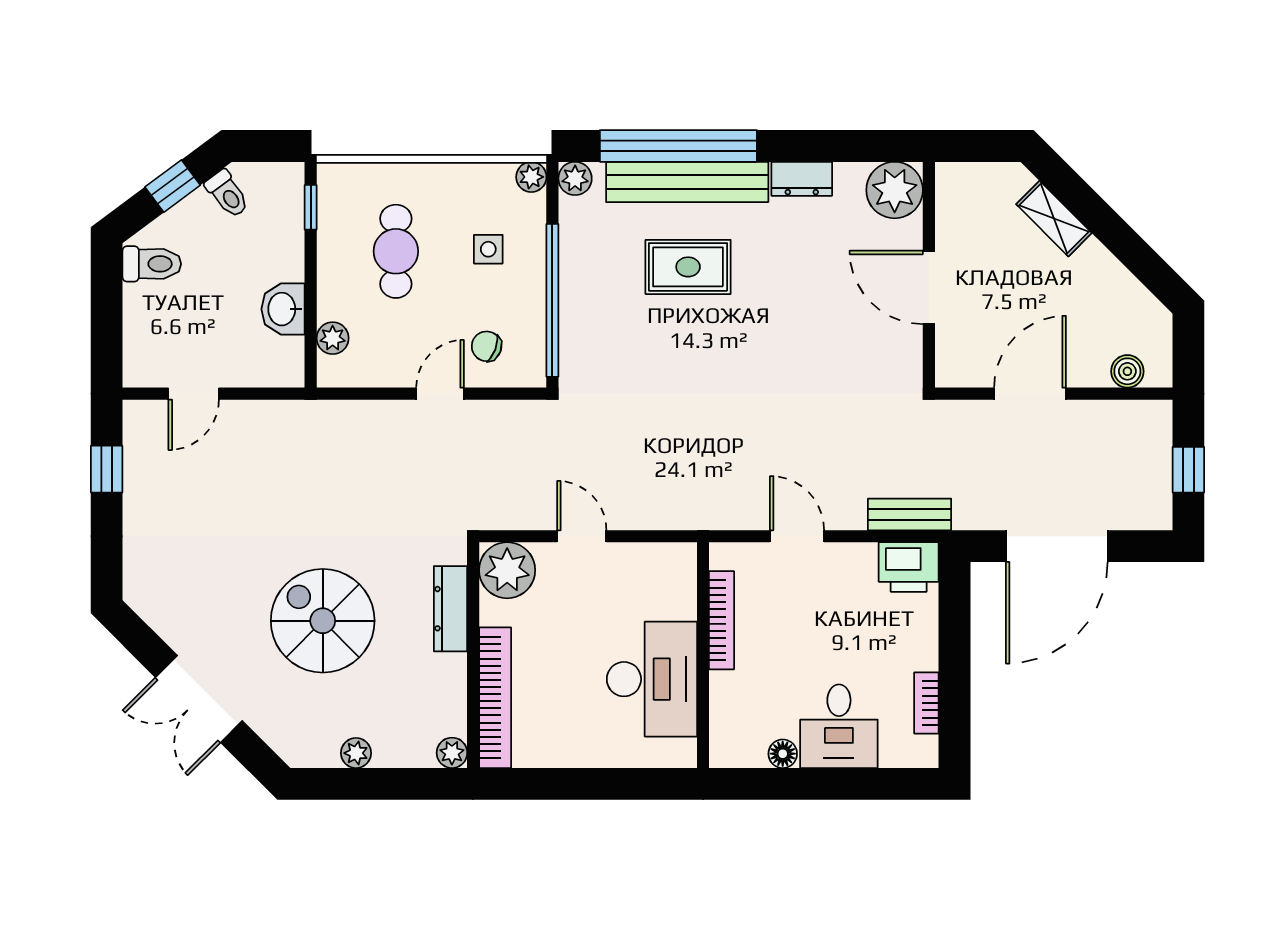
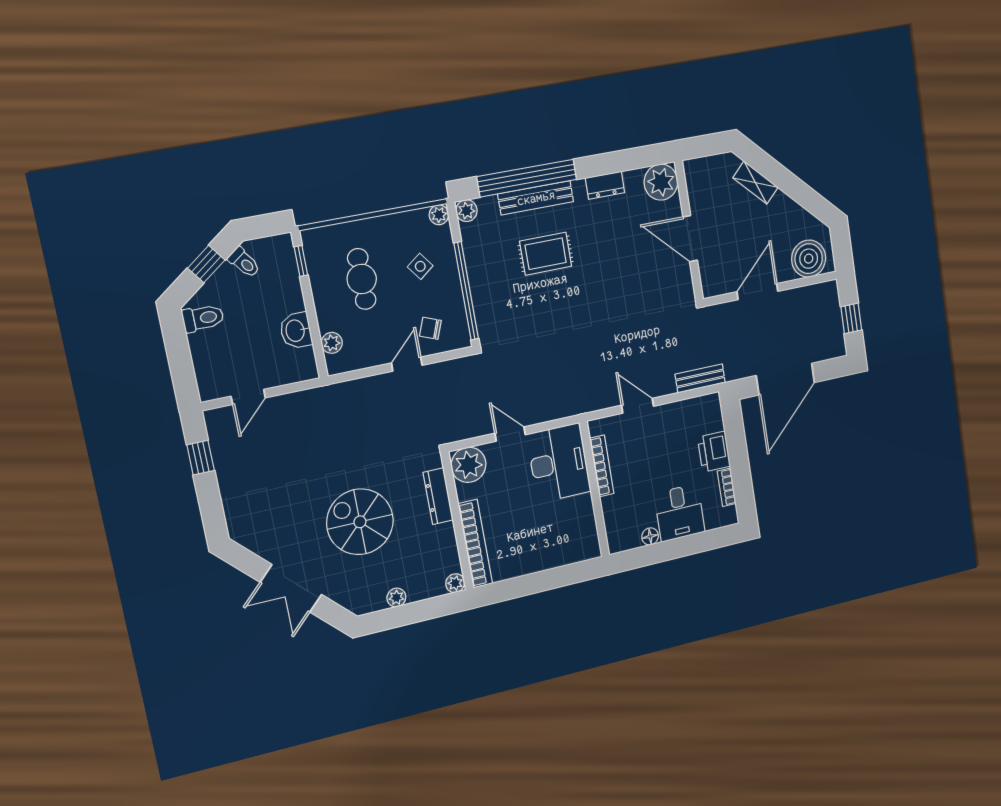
bench: (687, 182) -> (536, 198), width x0.73, depth x0.82
side table: (488, 249) -> (420, 266), turned -37
boiler: (1127, 371) -> (809, 259), width x1.86, depth x1.86
printer: (909, 567) -> (714, 452), moved, turned 90
desk: (652, 679) -> (559, 463), moved

